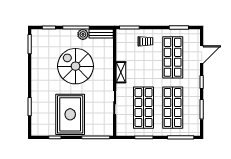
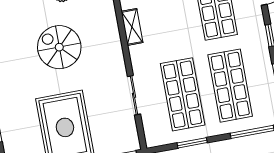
spiral stairs: (76, 66) -> (59, 47), width x0.73, depth x0.73
shelving: (121, 72) -> (132, 27), moved

